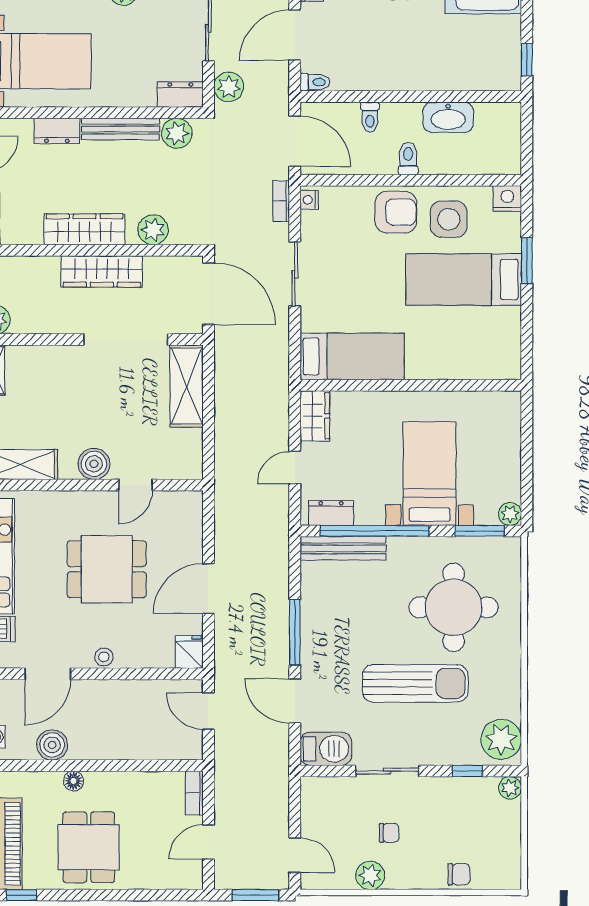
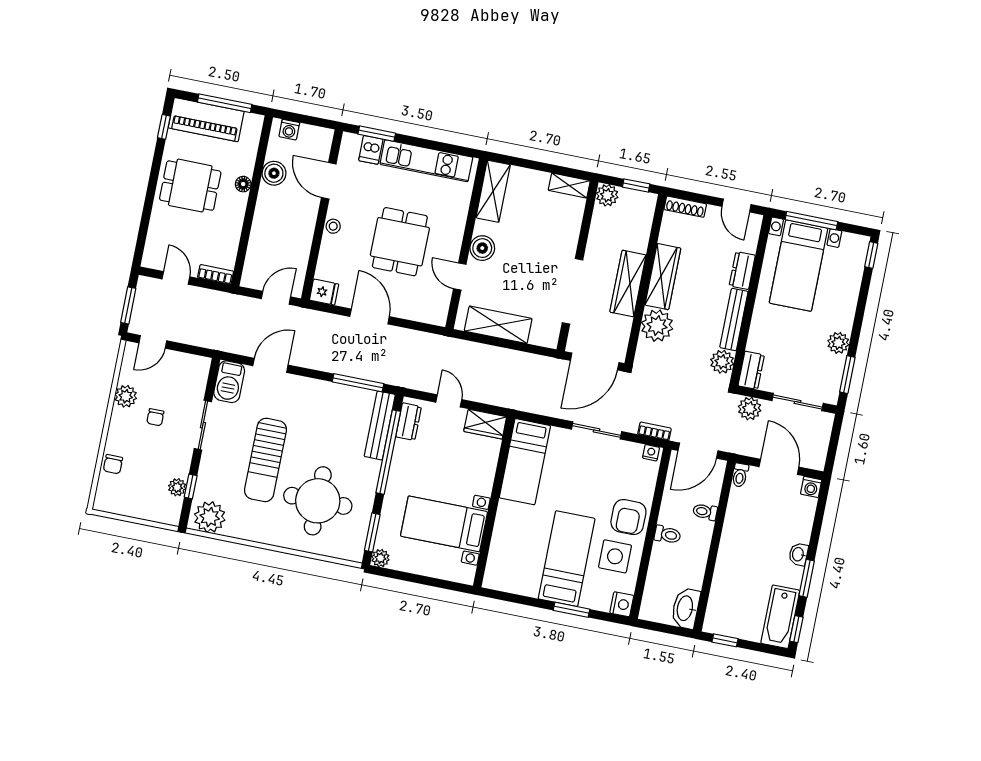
washbasin: (448, 117) -> (686, 608), moved
plant: (153, 230) -> (657, 326), width x1.36, depth x1.36
shelving: (187, 386) -> (498, 325), moved
bed with nightstands: (430, 474) -> (444, 524), moved, turned 180
window: (295, 632) -> (358, 383), moved
plant: (510, 788) -> (177, 487), moved

